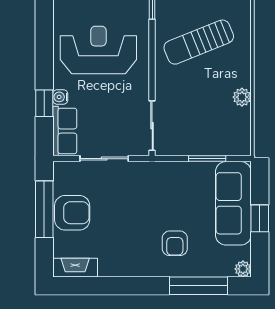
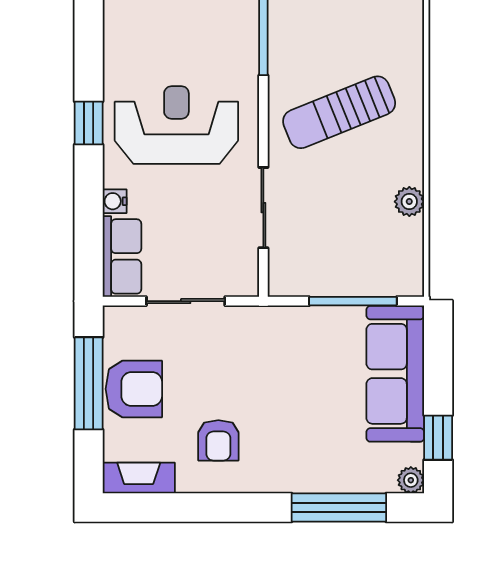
window: (44, 103) -> (89, 123), moved
sliding door: (152, 126) -> (263, 208), moved
window: (207, 159) -> (353, 301), width x1.44
window: (260, 218) -> (438, 438), moved
armchair: (175, 243) -> (218, 440), moved

